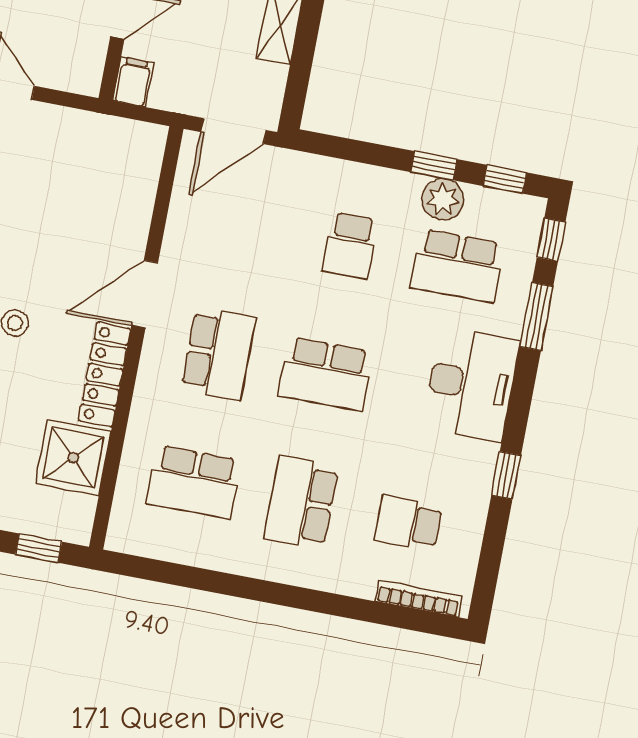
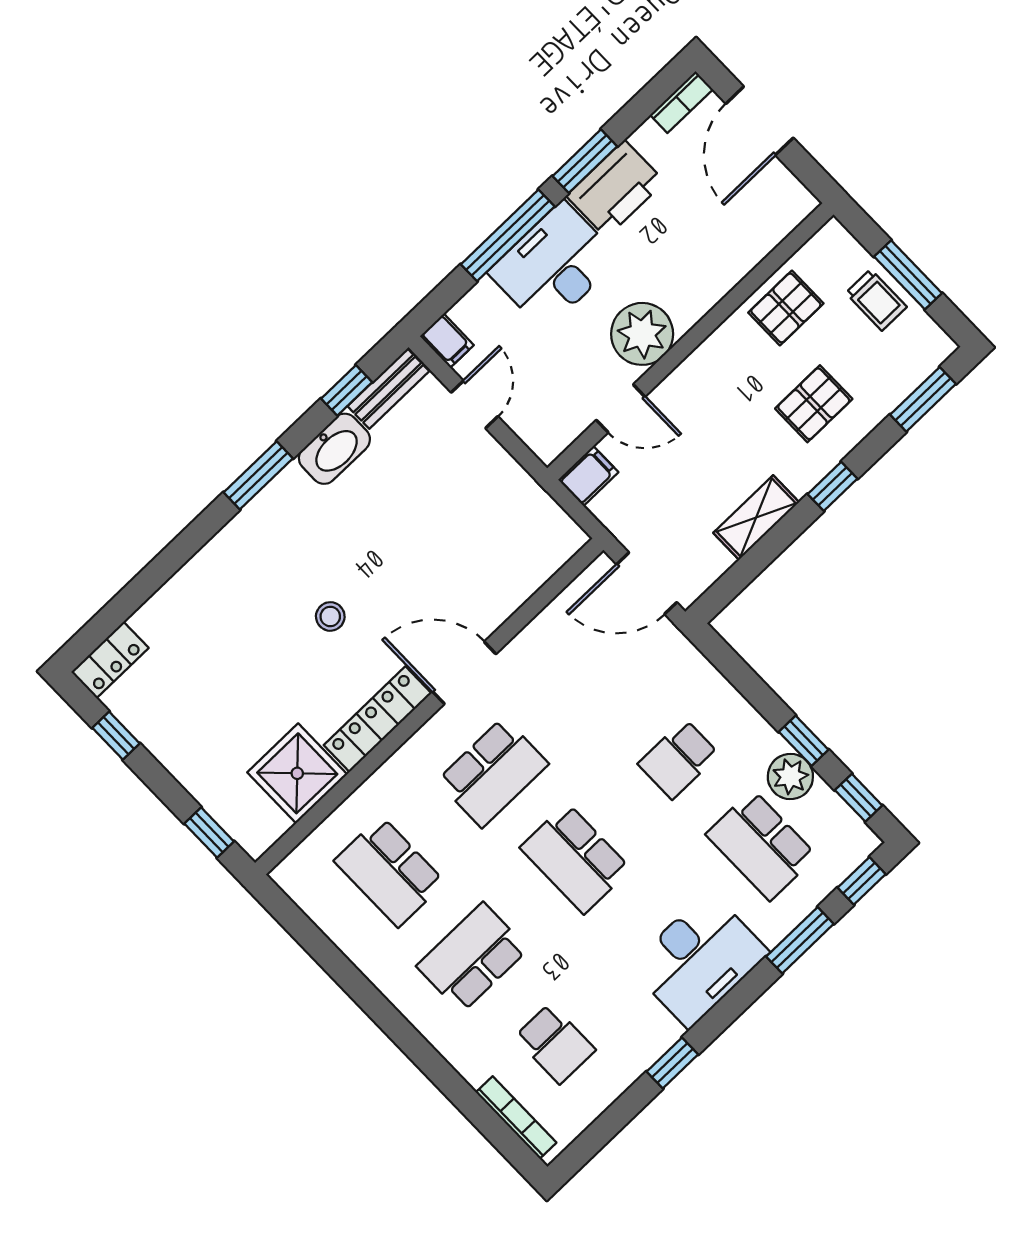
school desk: (408, 523) -> (555, 1043), turned 180

